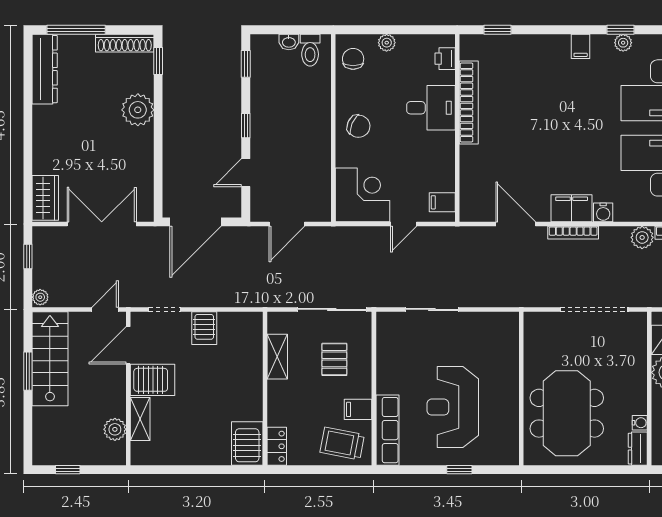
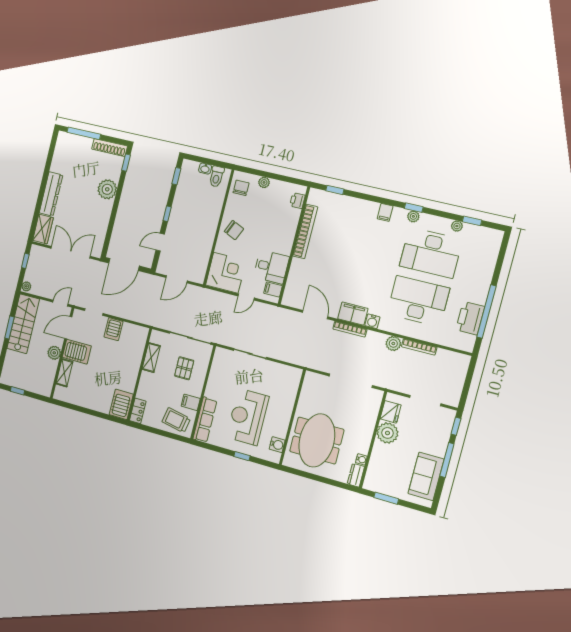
dresser: (45, 69) -> (51, 194), moved
desk: (431, 108) -> (271, 267), moved
plant: (115, 429) -> (54, 353), moved
water cooler: (509, 437) -> (277, 445), added

